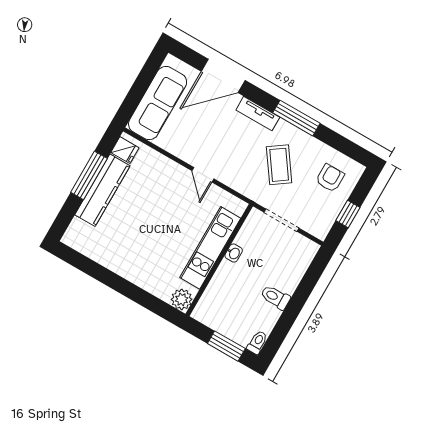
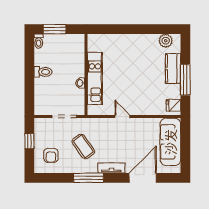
kitchen counter: (102, 190) -> (173, 68), width x0.67
plant: (182, 299) -> (166, 41), moved

